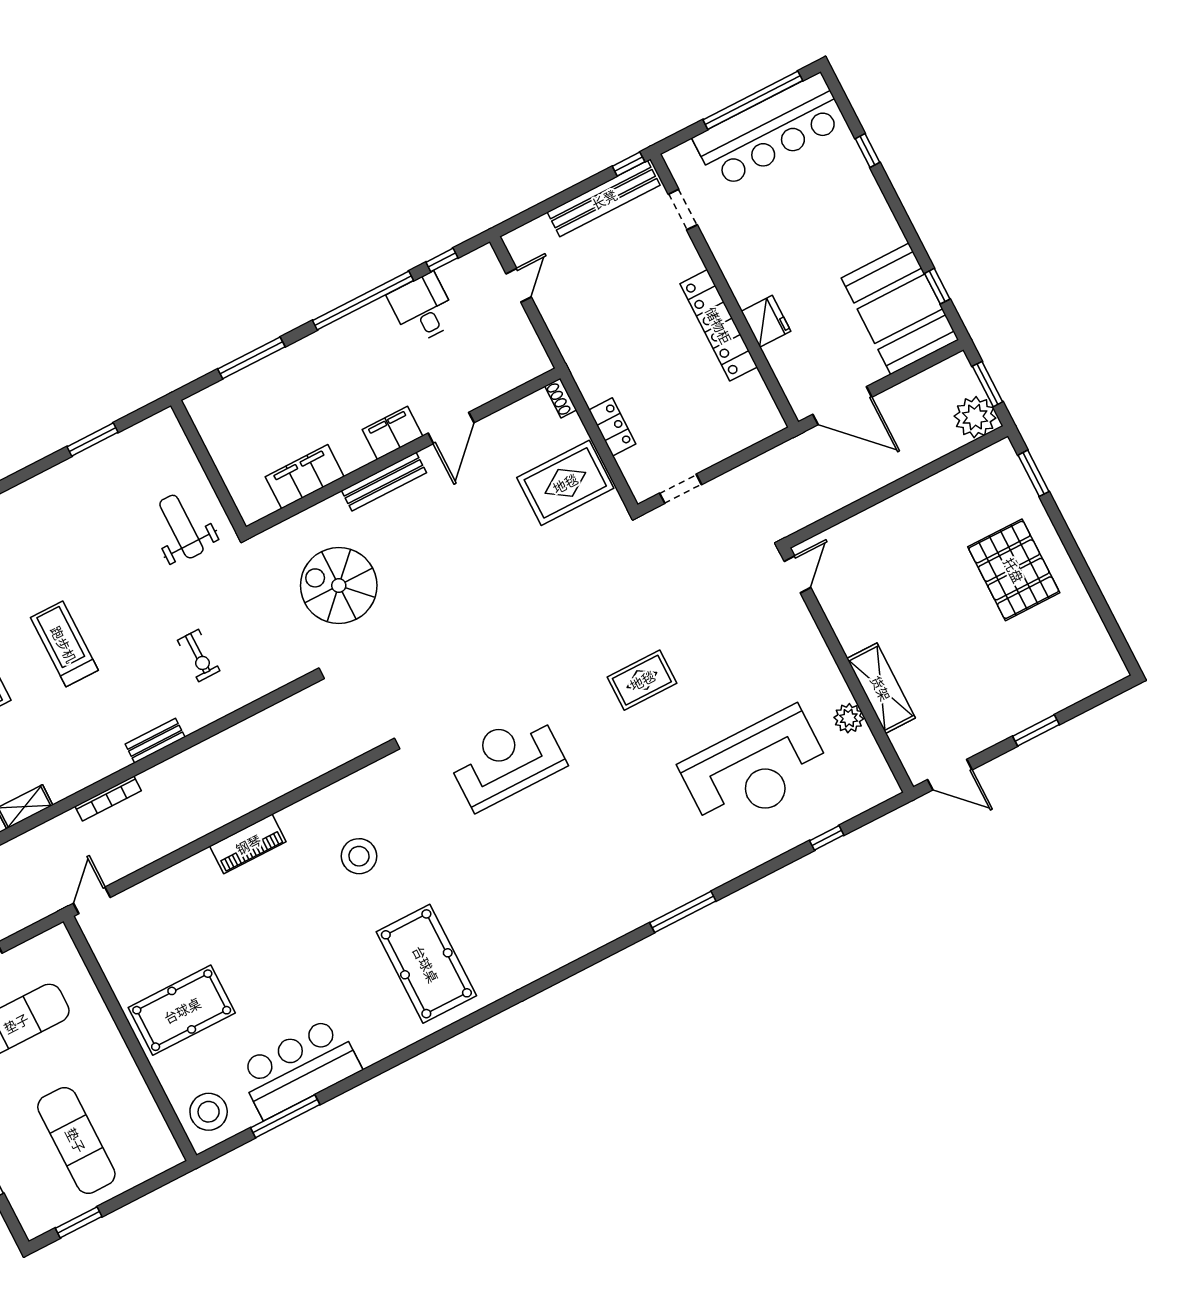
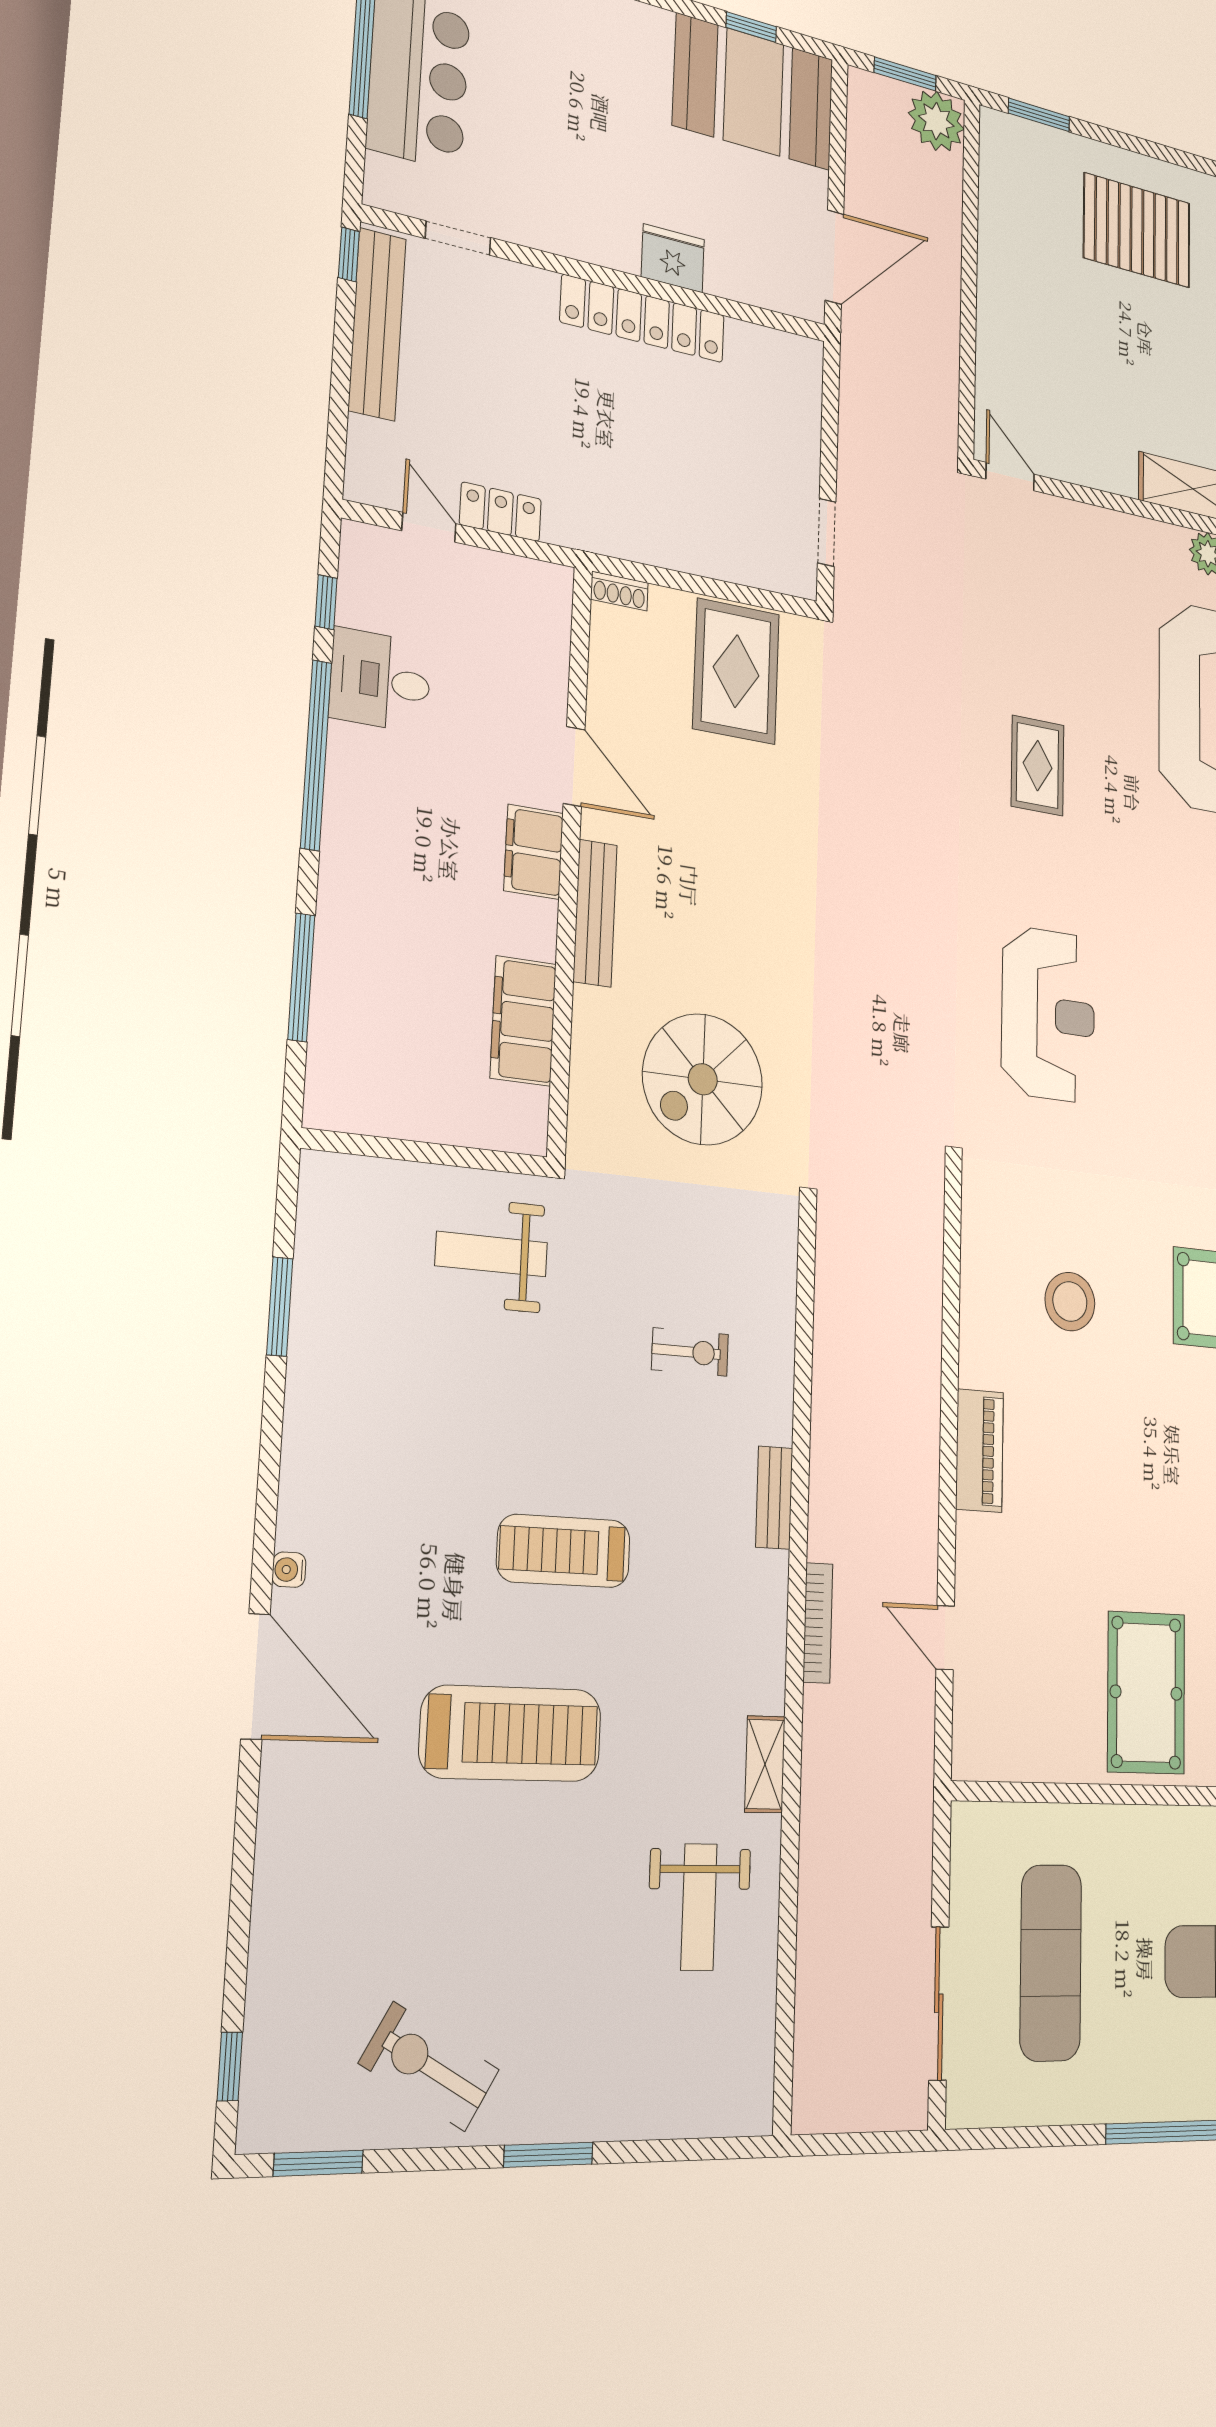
locker: (612, 427) -> (500, 512), moved
reception desk: (507, 761) -> (1048, 1014), turned 180
door: (92, 900) -> (945, 1638), moved

